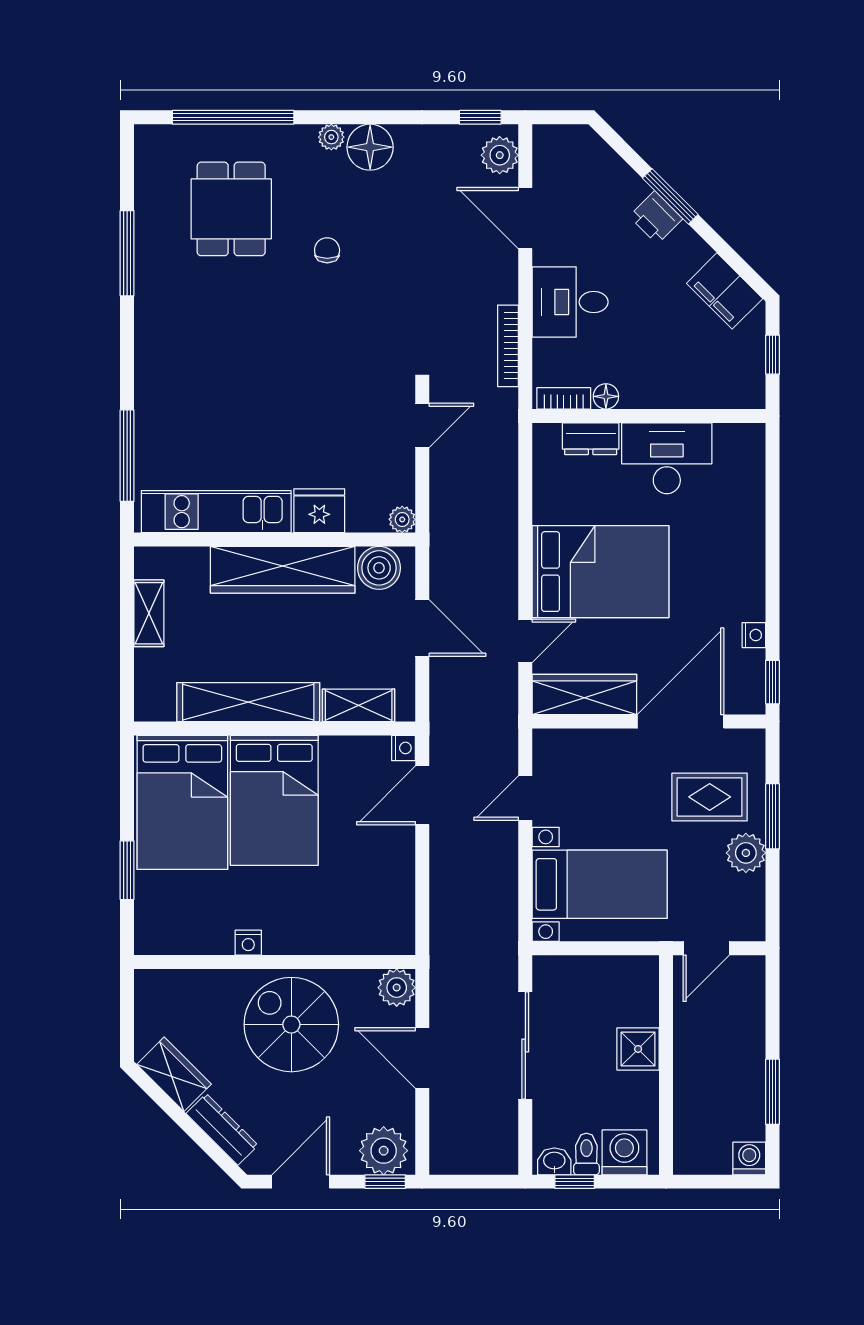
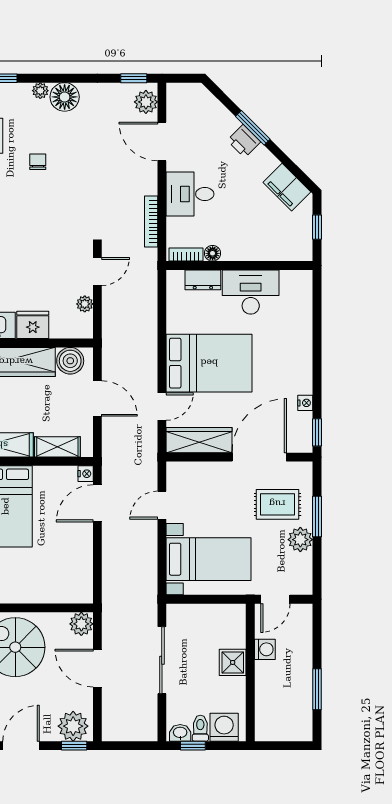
plant: (402, 519) -> (85, 304), moved
washing machine: (749, 1158) -> (265, 649), moved, turned 90

